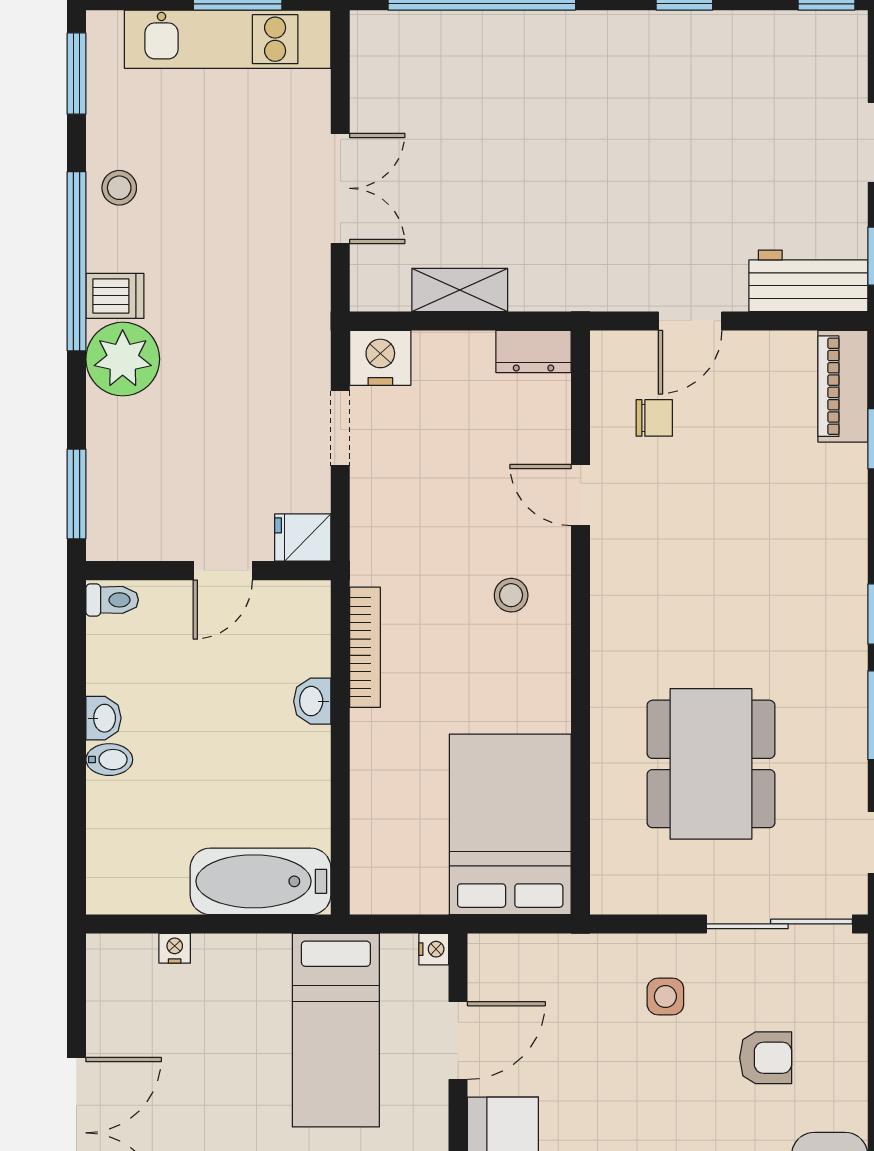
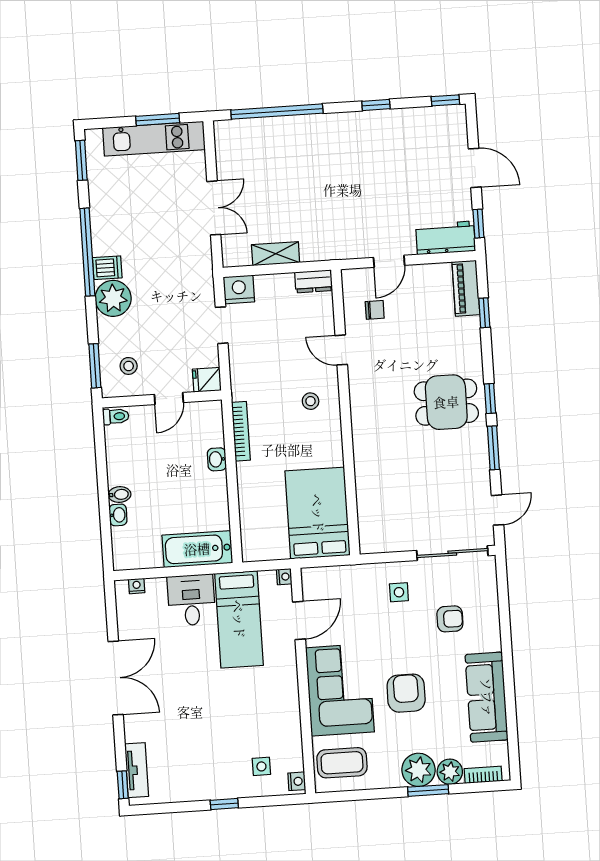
stool: (119, 188) -> (129, 366), moved
washbasin: (103, 718) -> (118, 515), moved
dining table: (711, 764) -> (446, 402), moved, width x0.73
nightstand: (175, 948) -> (137, 586), moved
desk: (241, 984) -> (191, 600), added

